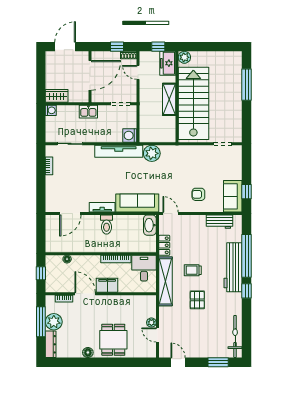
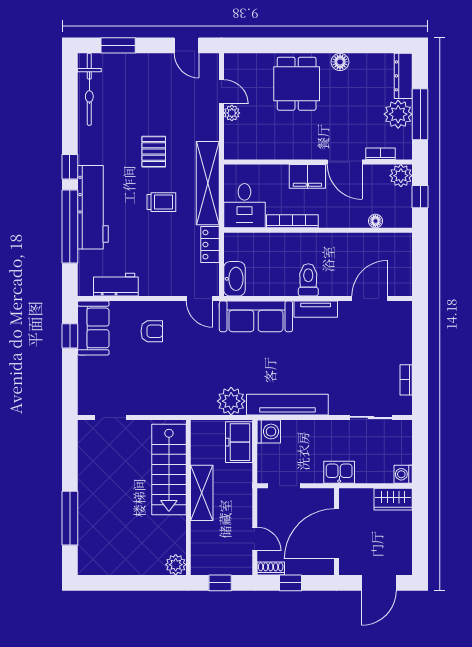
freezer: (168, 63) -> (239, 442), moved, turned 180
stairs: (193, 103) -> (169, 470), width x0.73, depth x0.66
plant: (52, 286) -> (401, 176), added

